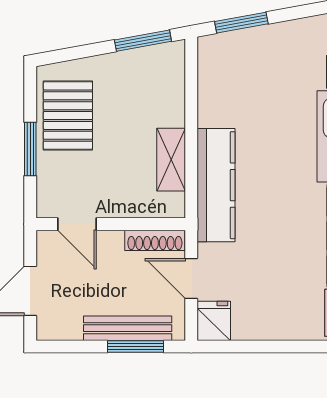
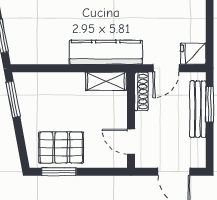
window: (30, 149) -> (59, 172), moved
shelving: (171, 160) -> (106, 81), moved
door: (77, 224) -> (131, 142), swing flipped

